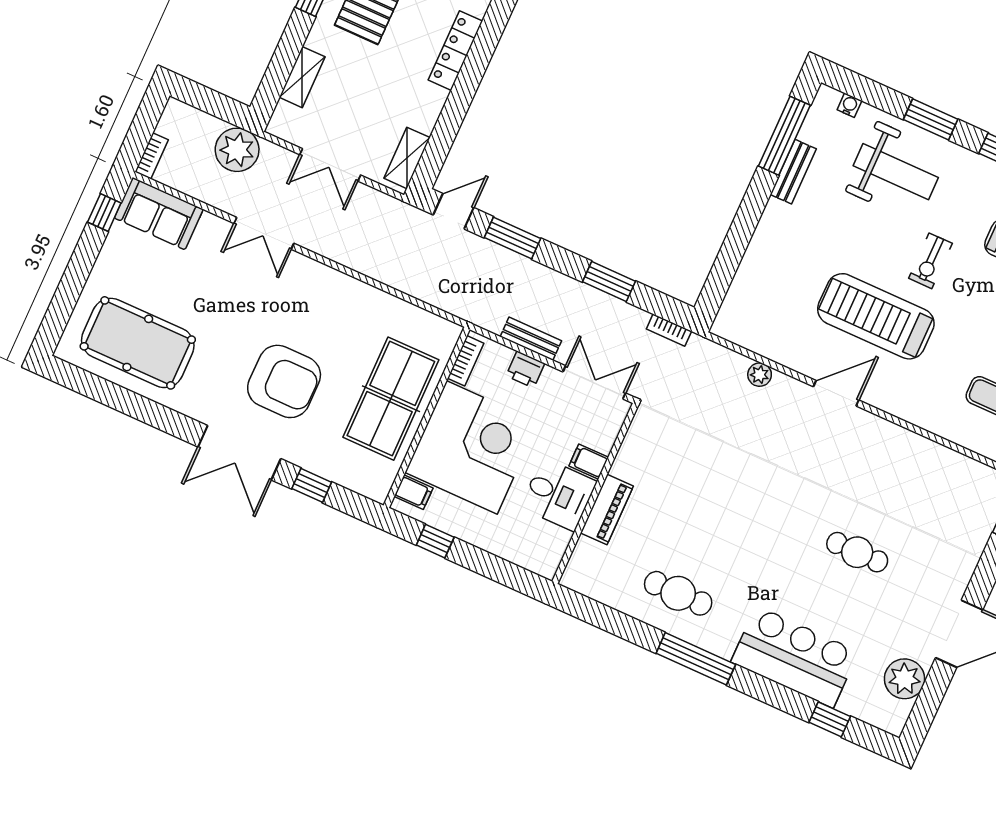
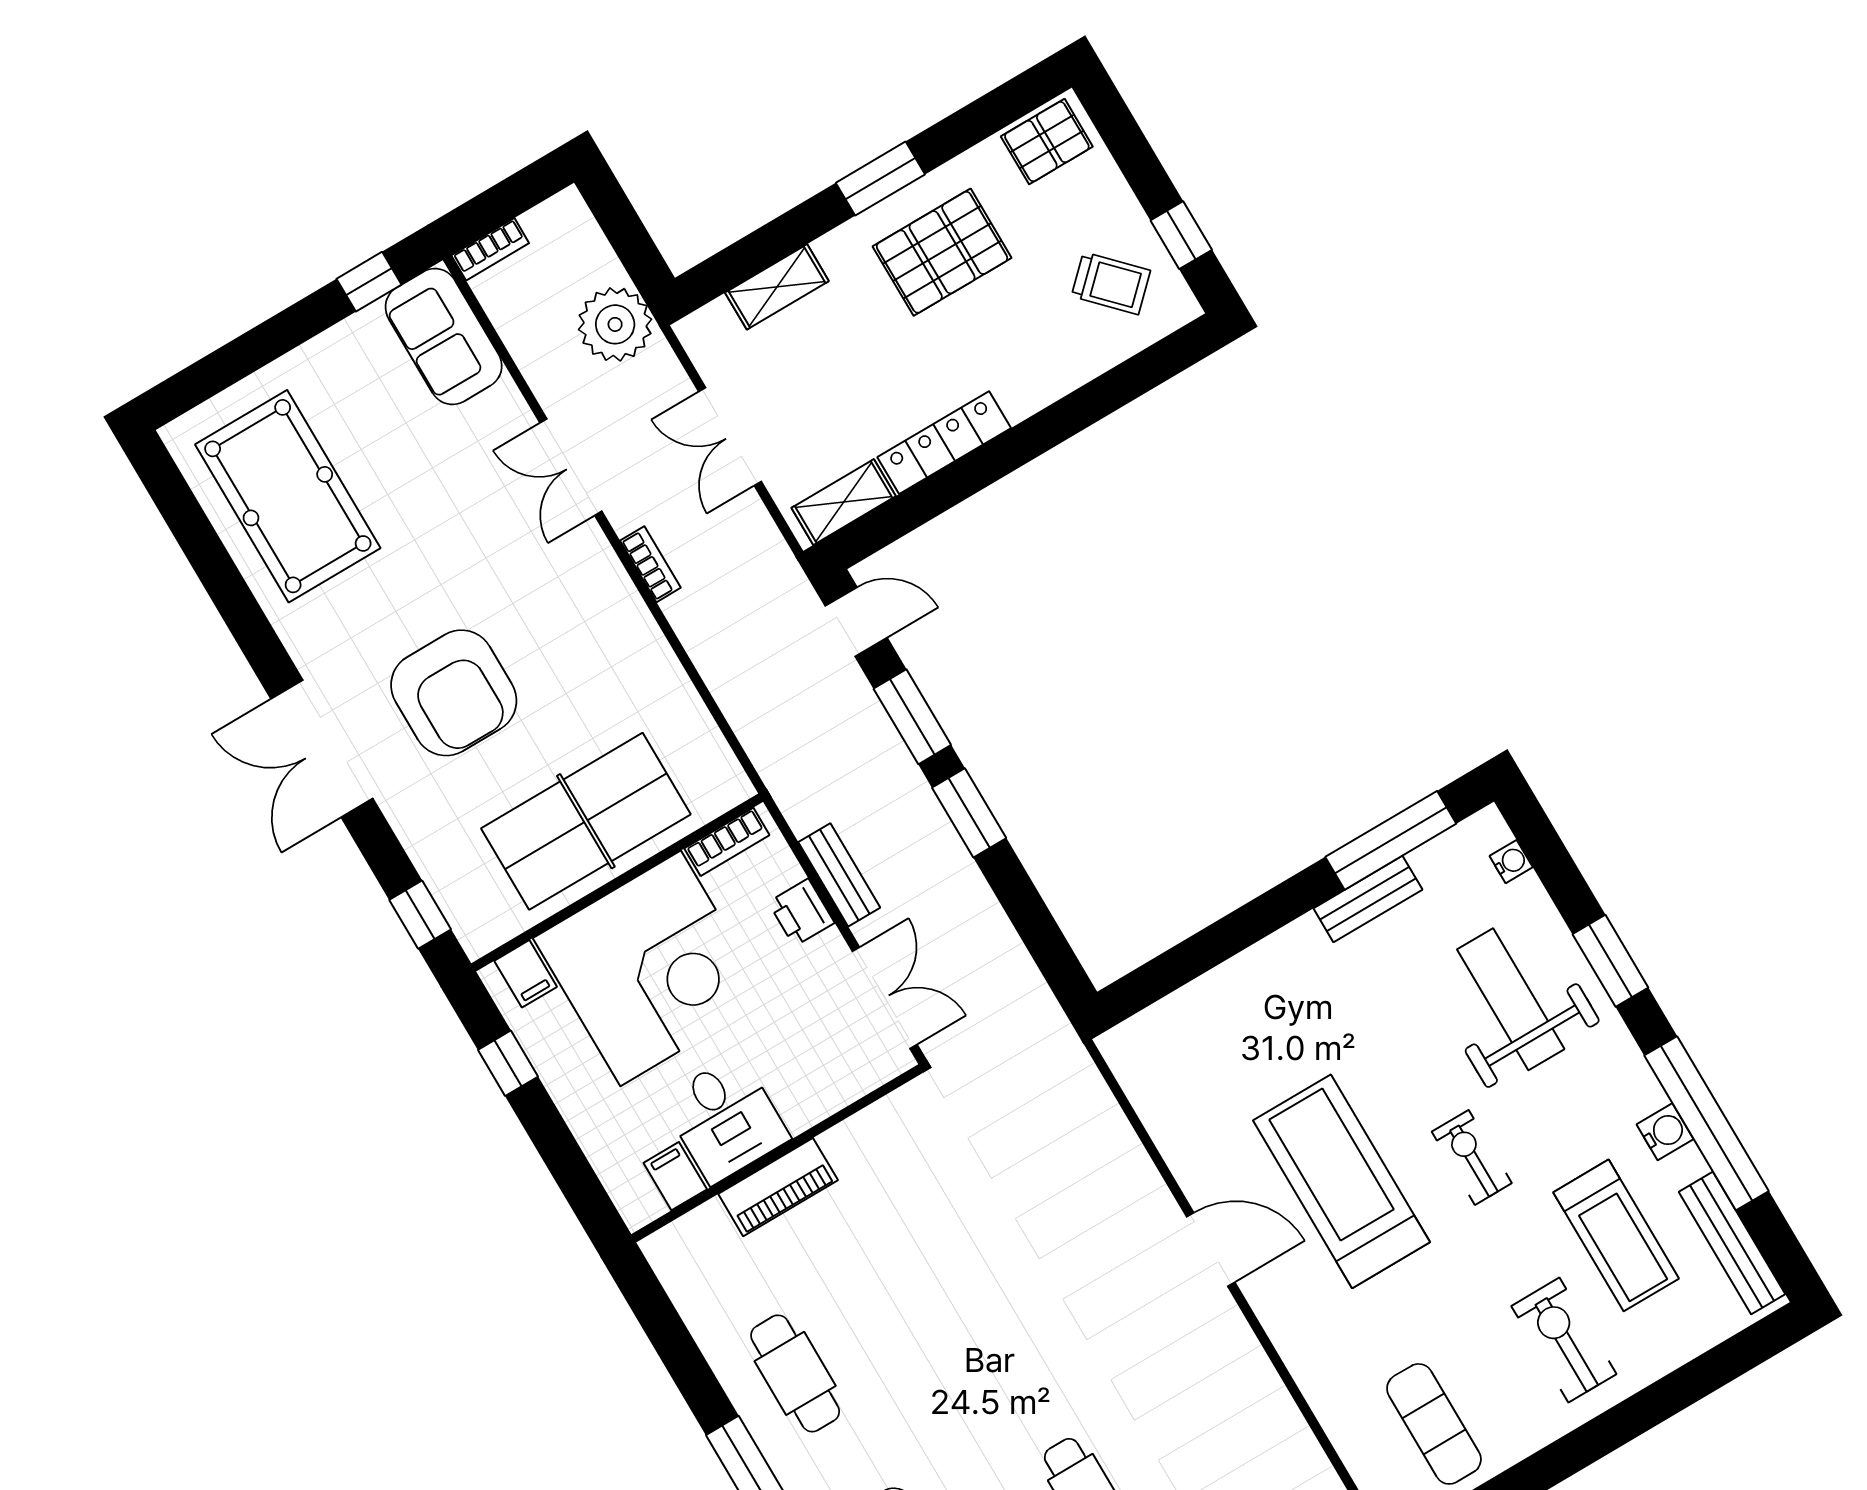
locker: (455, 51) -> (944, 443), moved
weight bench: (896, 172) -> (1511, 999), turned 180
exercise bike: (930, 261) -> (1472, 1157), turned 90
window: (609, 282) -> (969, 813), moved
bookcase: (669, 330) -> (650, 564), moved, turned 180
plant: (760, 375) -> (1122, 1149), removed
filing cabinet: (589, 462) -> (675, 1176), moved
window: (312, 485) -> (420, 915), moved

